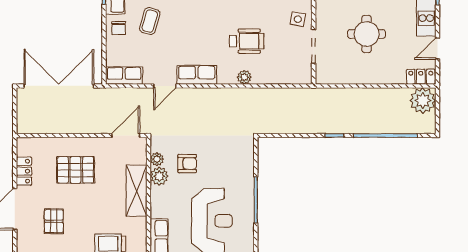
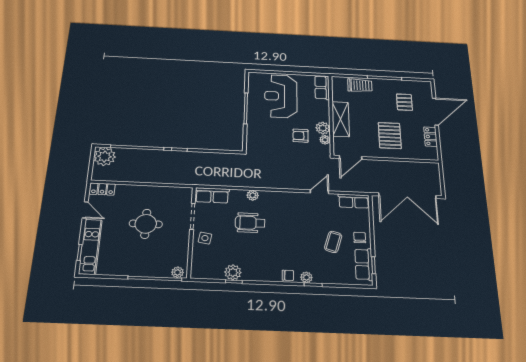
door: (437, 49) -> (85, 210), hinge flipped
row of seats: (197, 75) -> (212, 195), moved
plant: (423, 101) -> (105, 157), moved
pallet: (76, 170) -> (390, 136), turned 90

